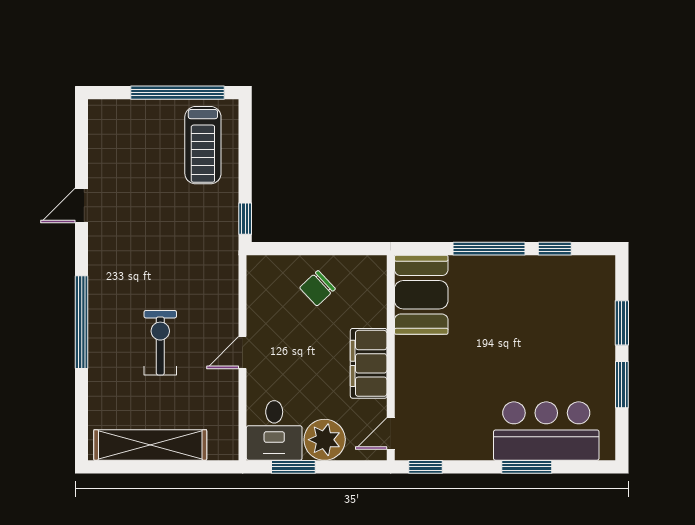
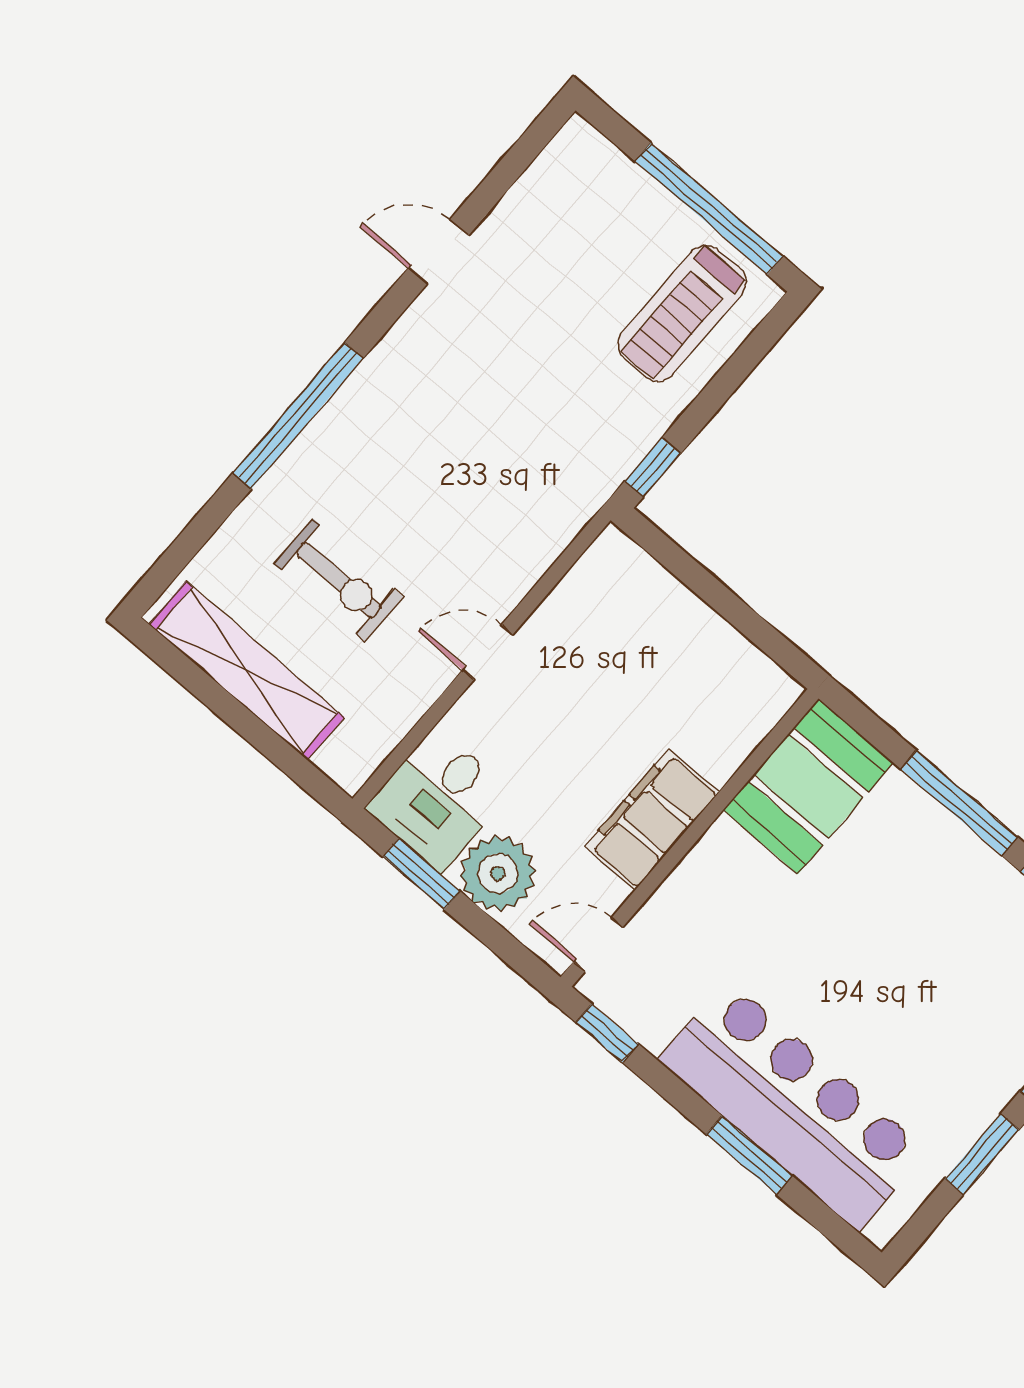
chair: (317, 288) -> (670, 652), removed
exercise bike: (160, 343) -> (339, 580), moved, turned 90
bar counter: (546, 431) -> (793, 1105), width x1.36

